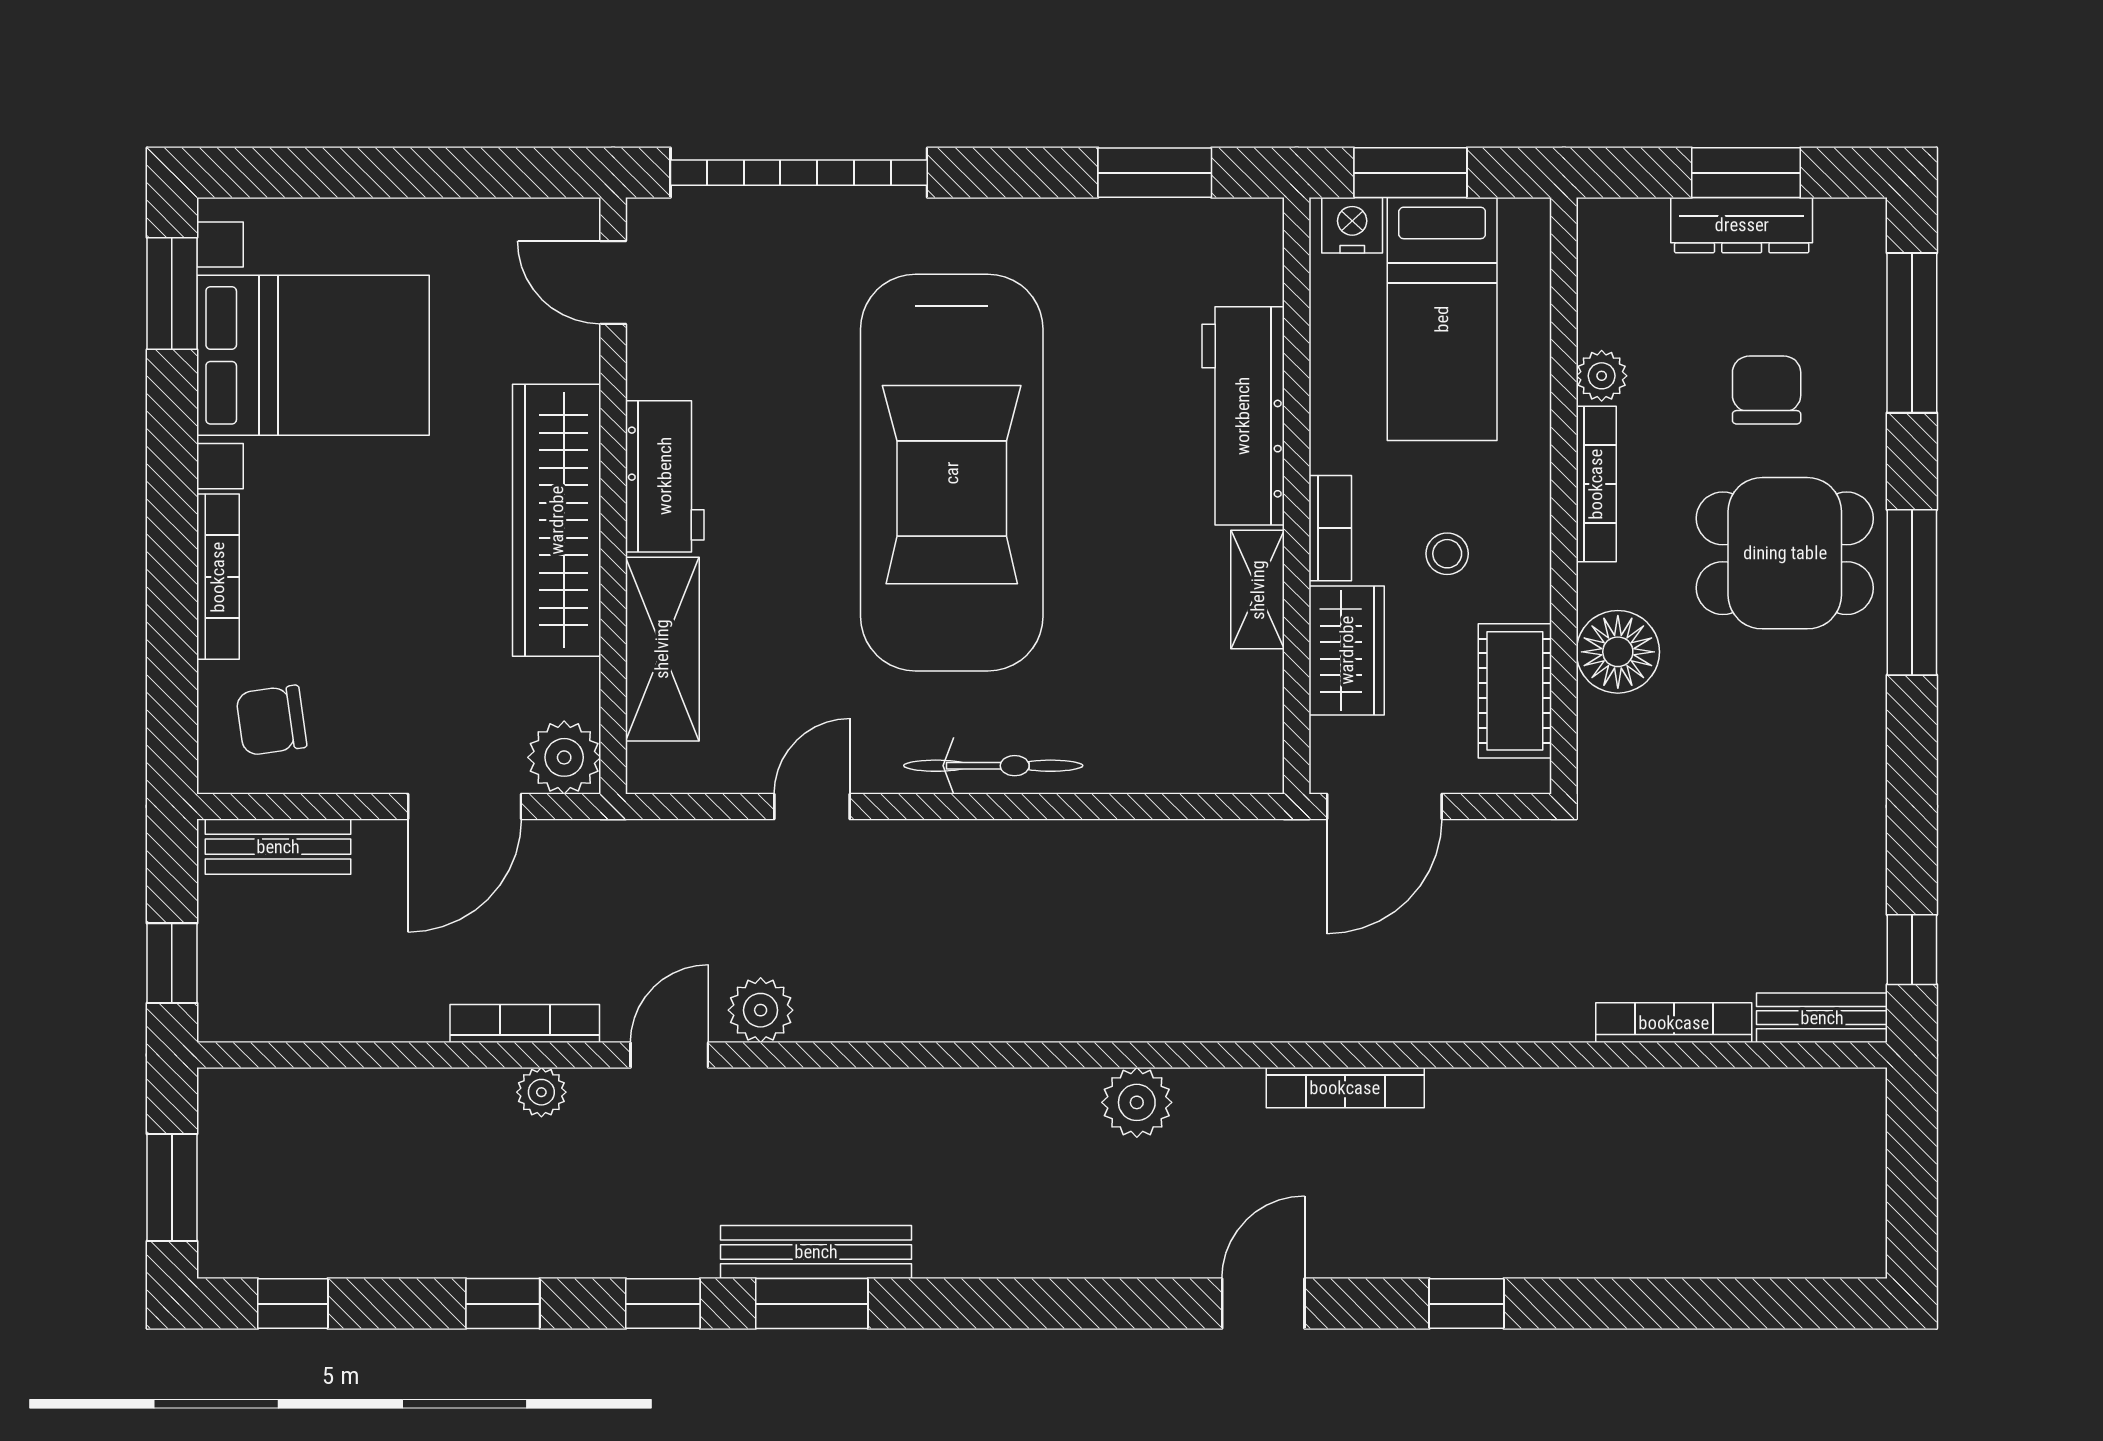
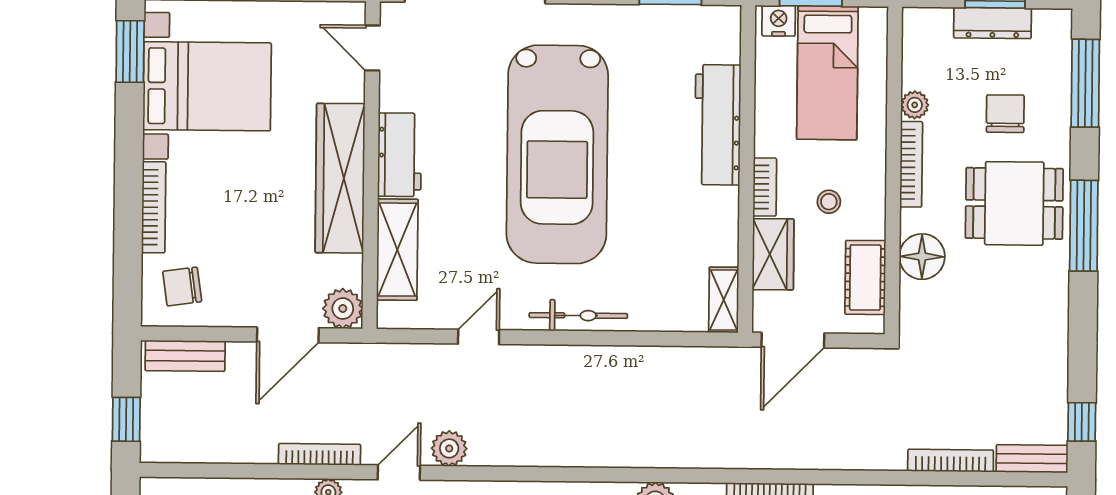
shelving: (1258, 590) -> (724, 300), moved

